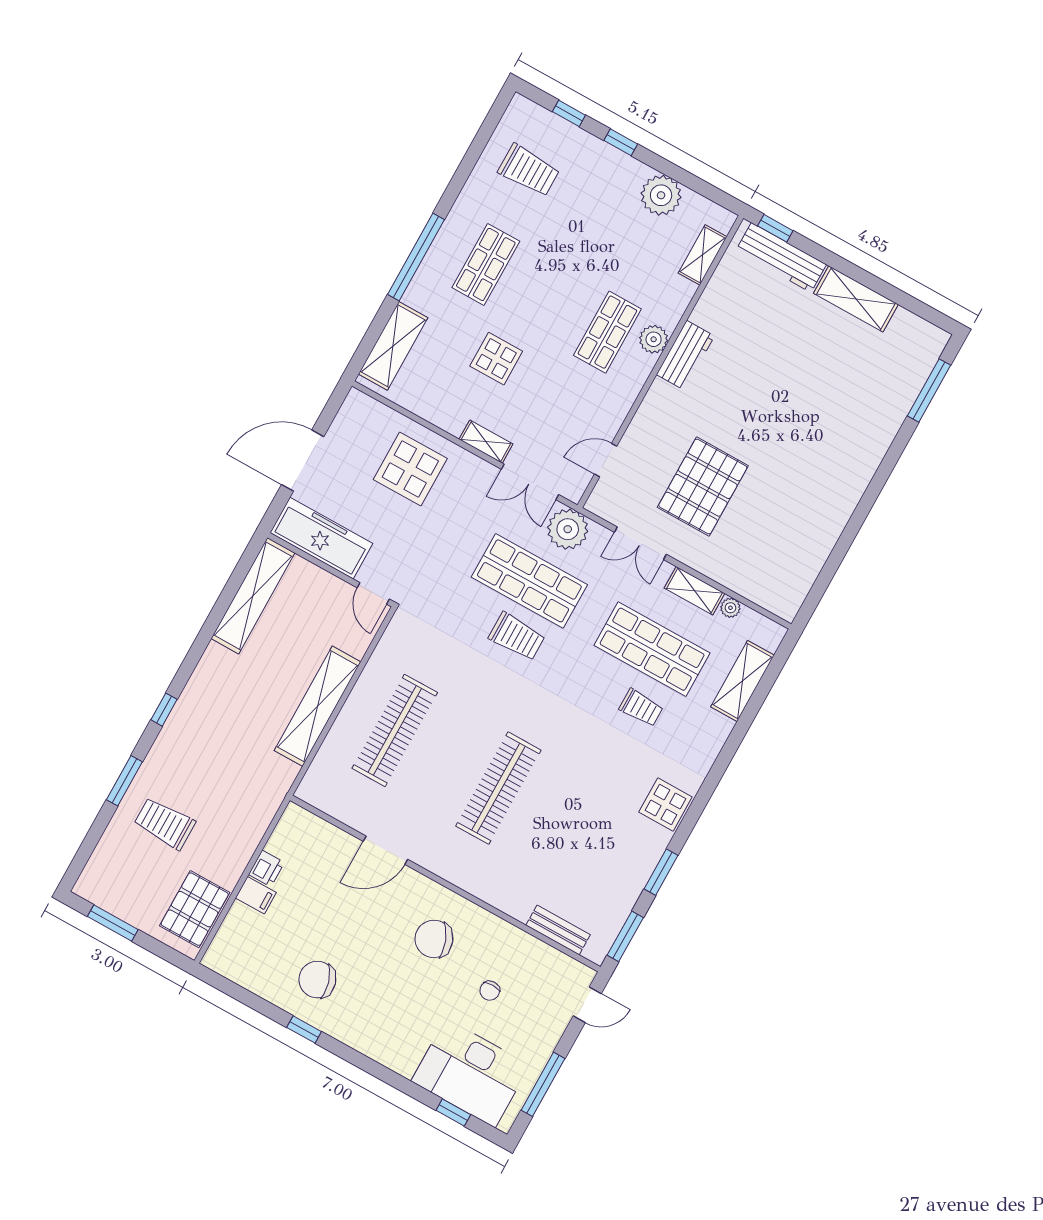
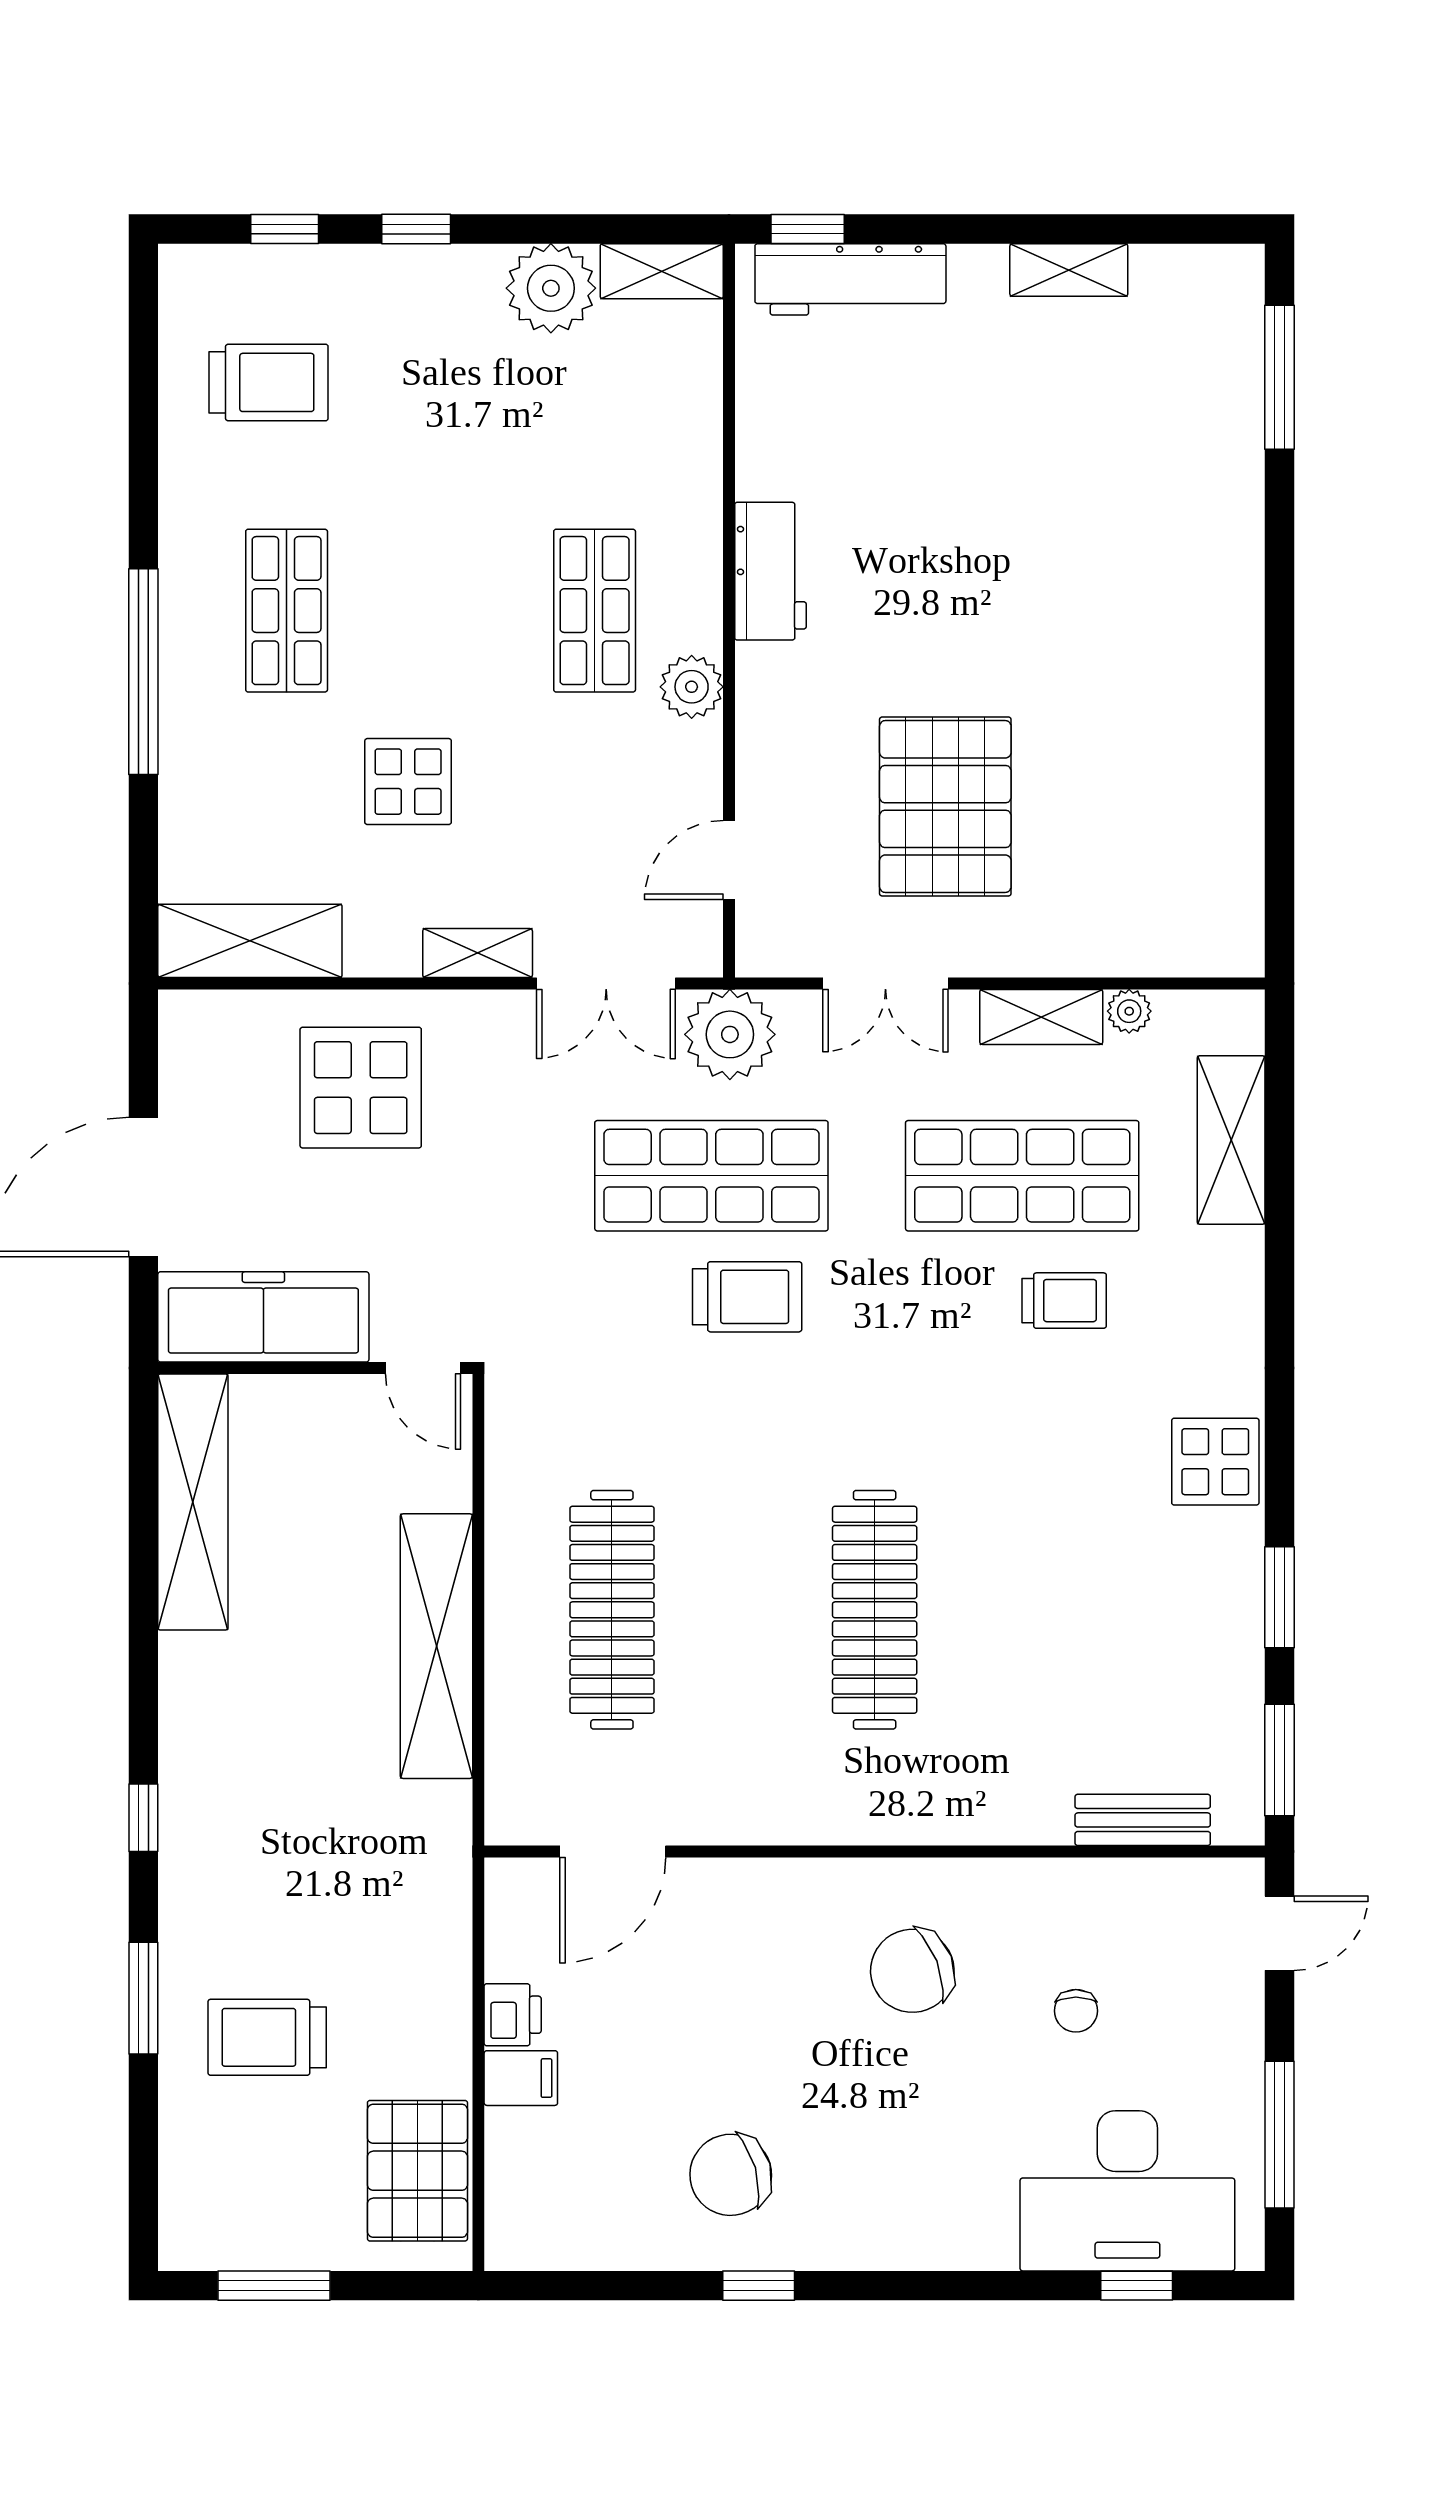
shelving: (703, 255) -> (662, 271), moved, turned 90
shelving: (856, 299) -> (1069, 270), width x0.67, depth x0.75
plant: (654, 339) -> (692, 687), moved
shelving: (393, 346) -> (250, 941), moved, turned 90
door: (385, 850) -> (613, 1852), moved

